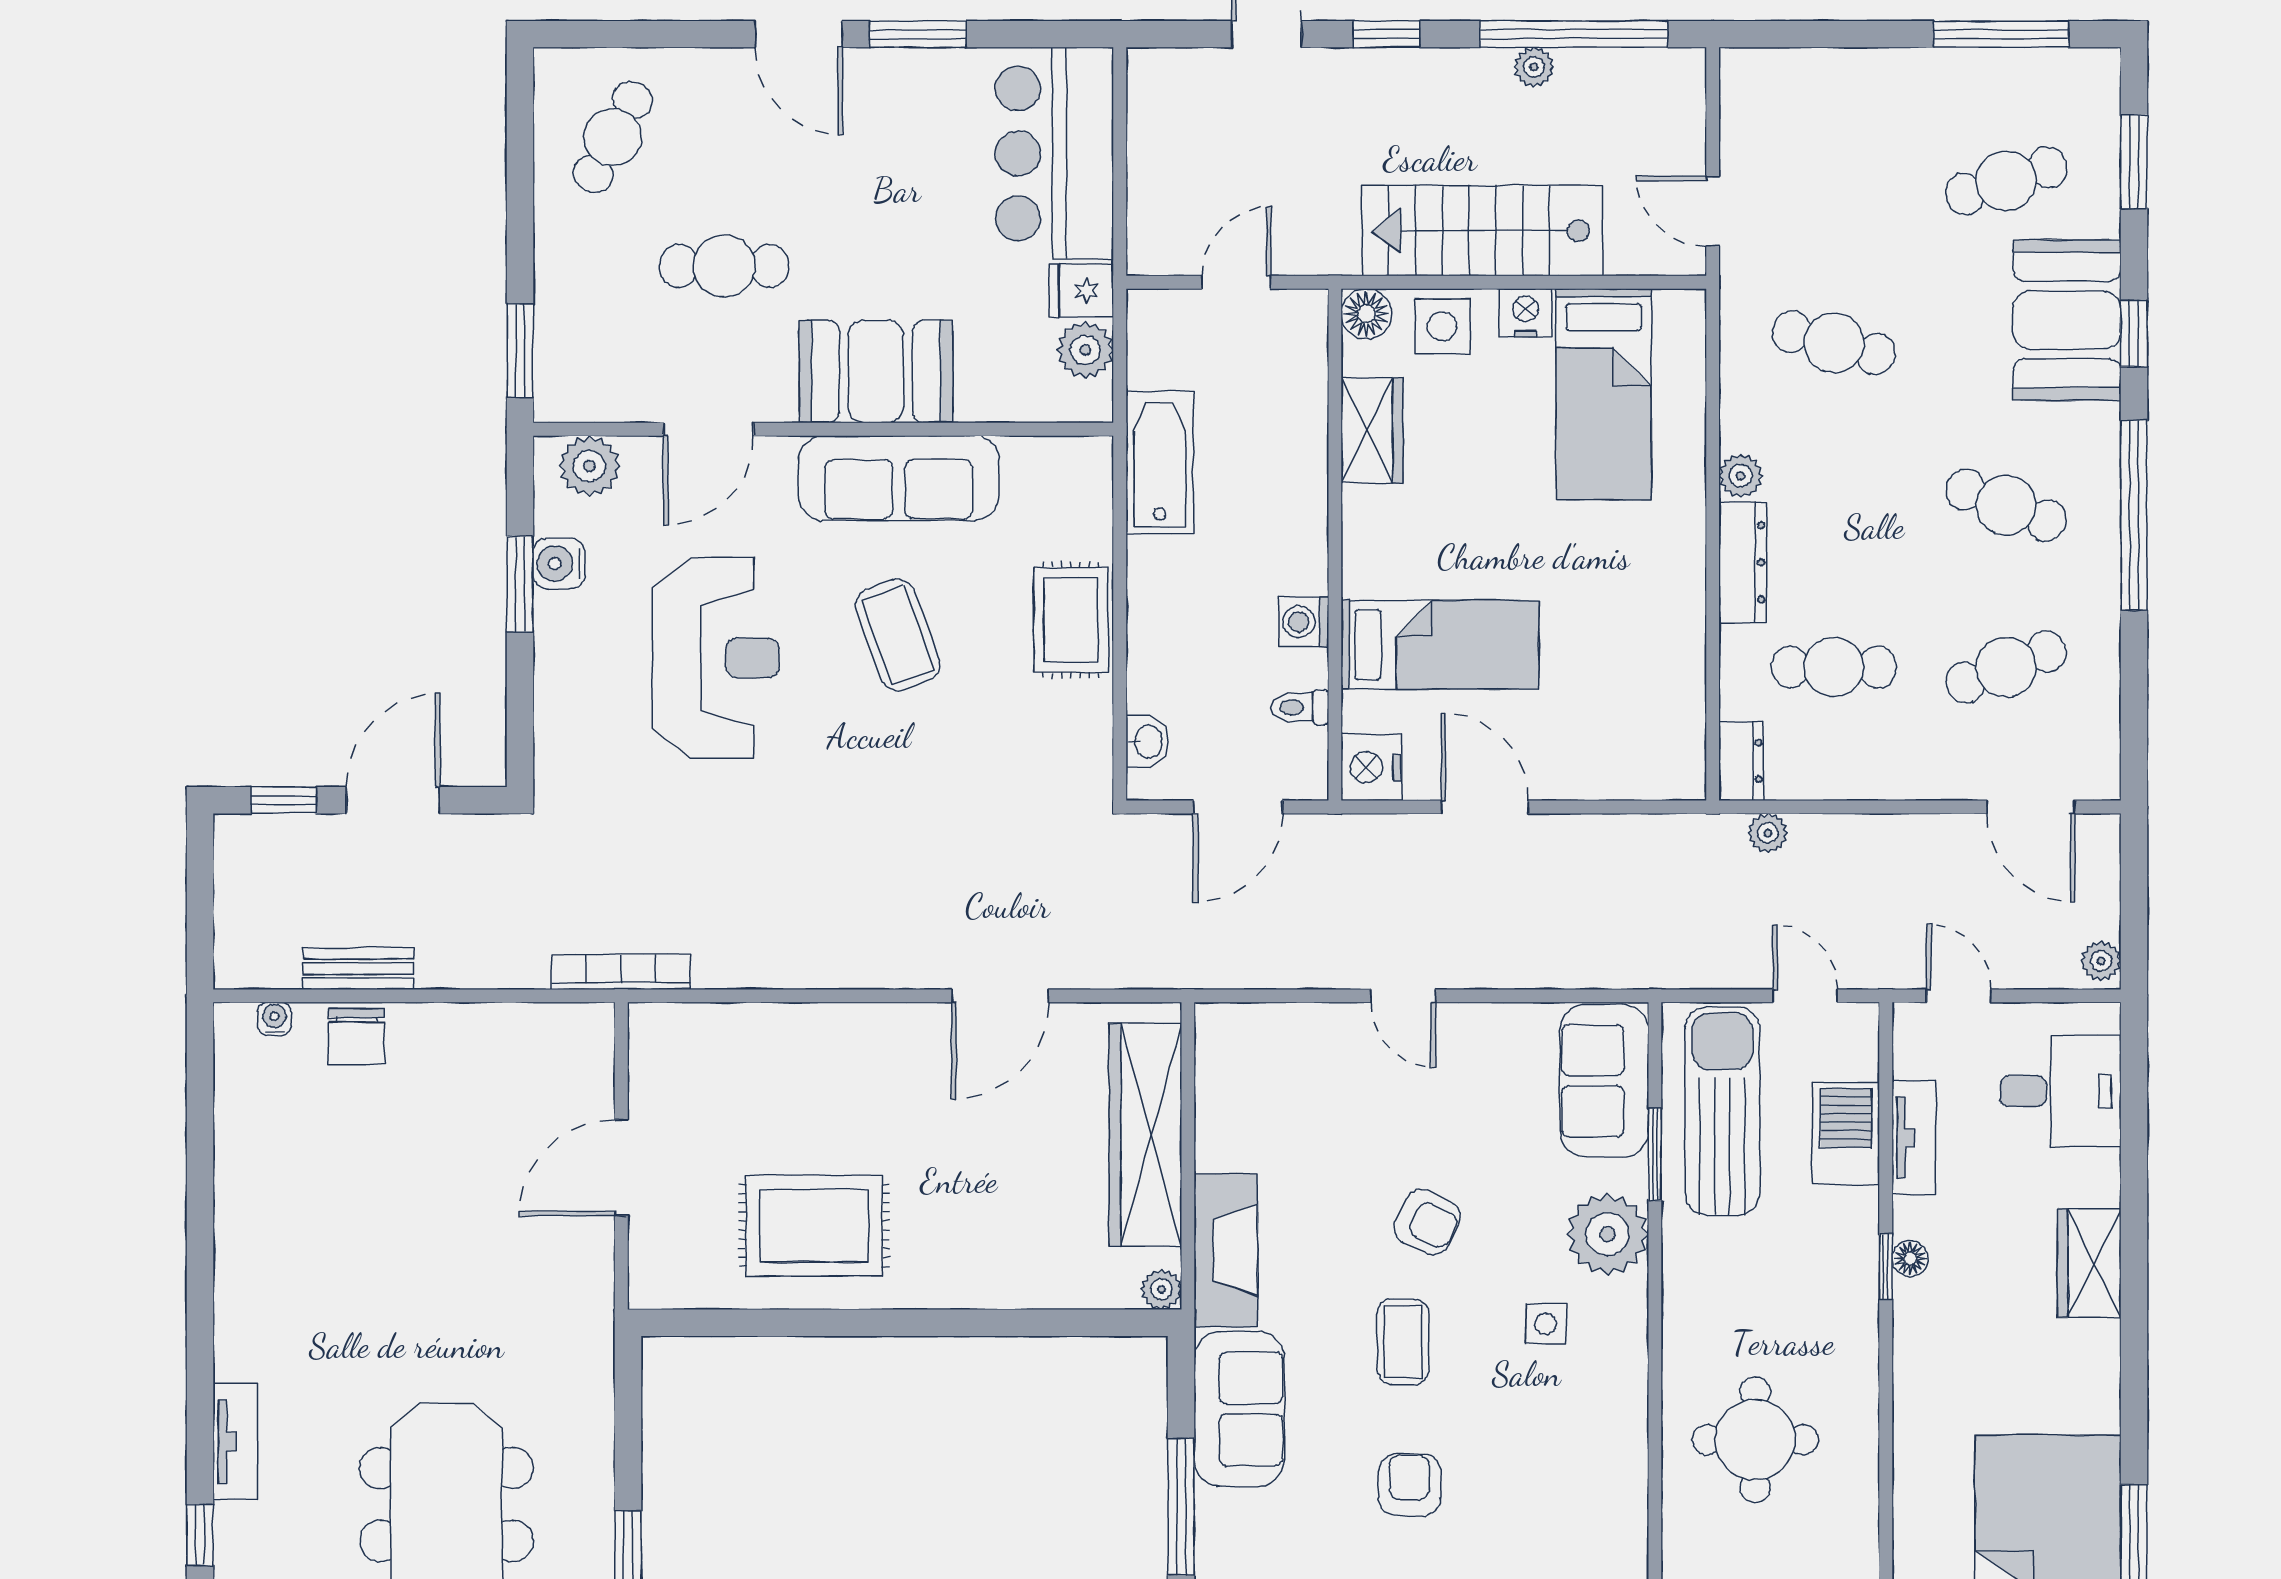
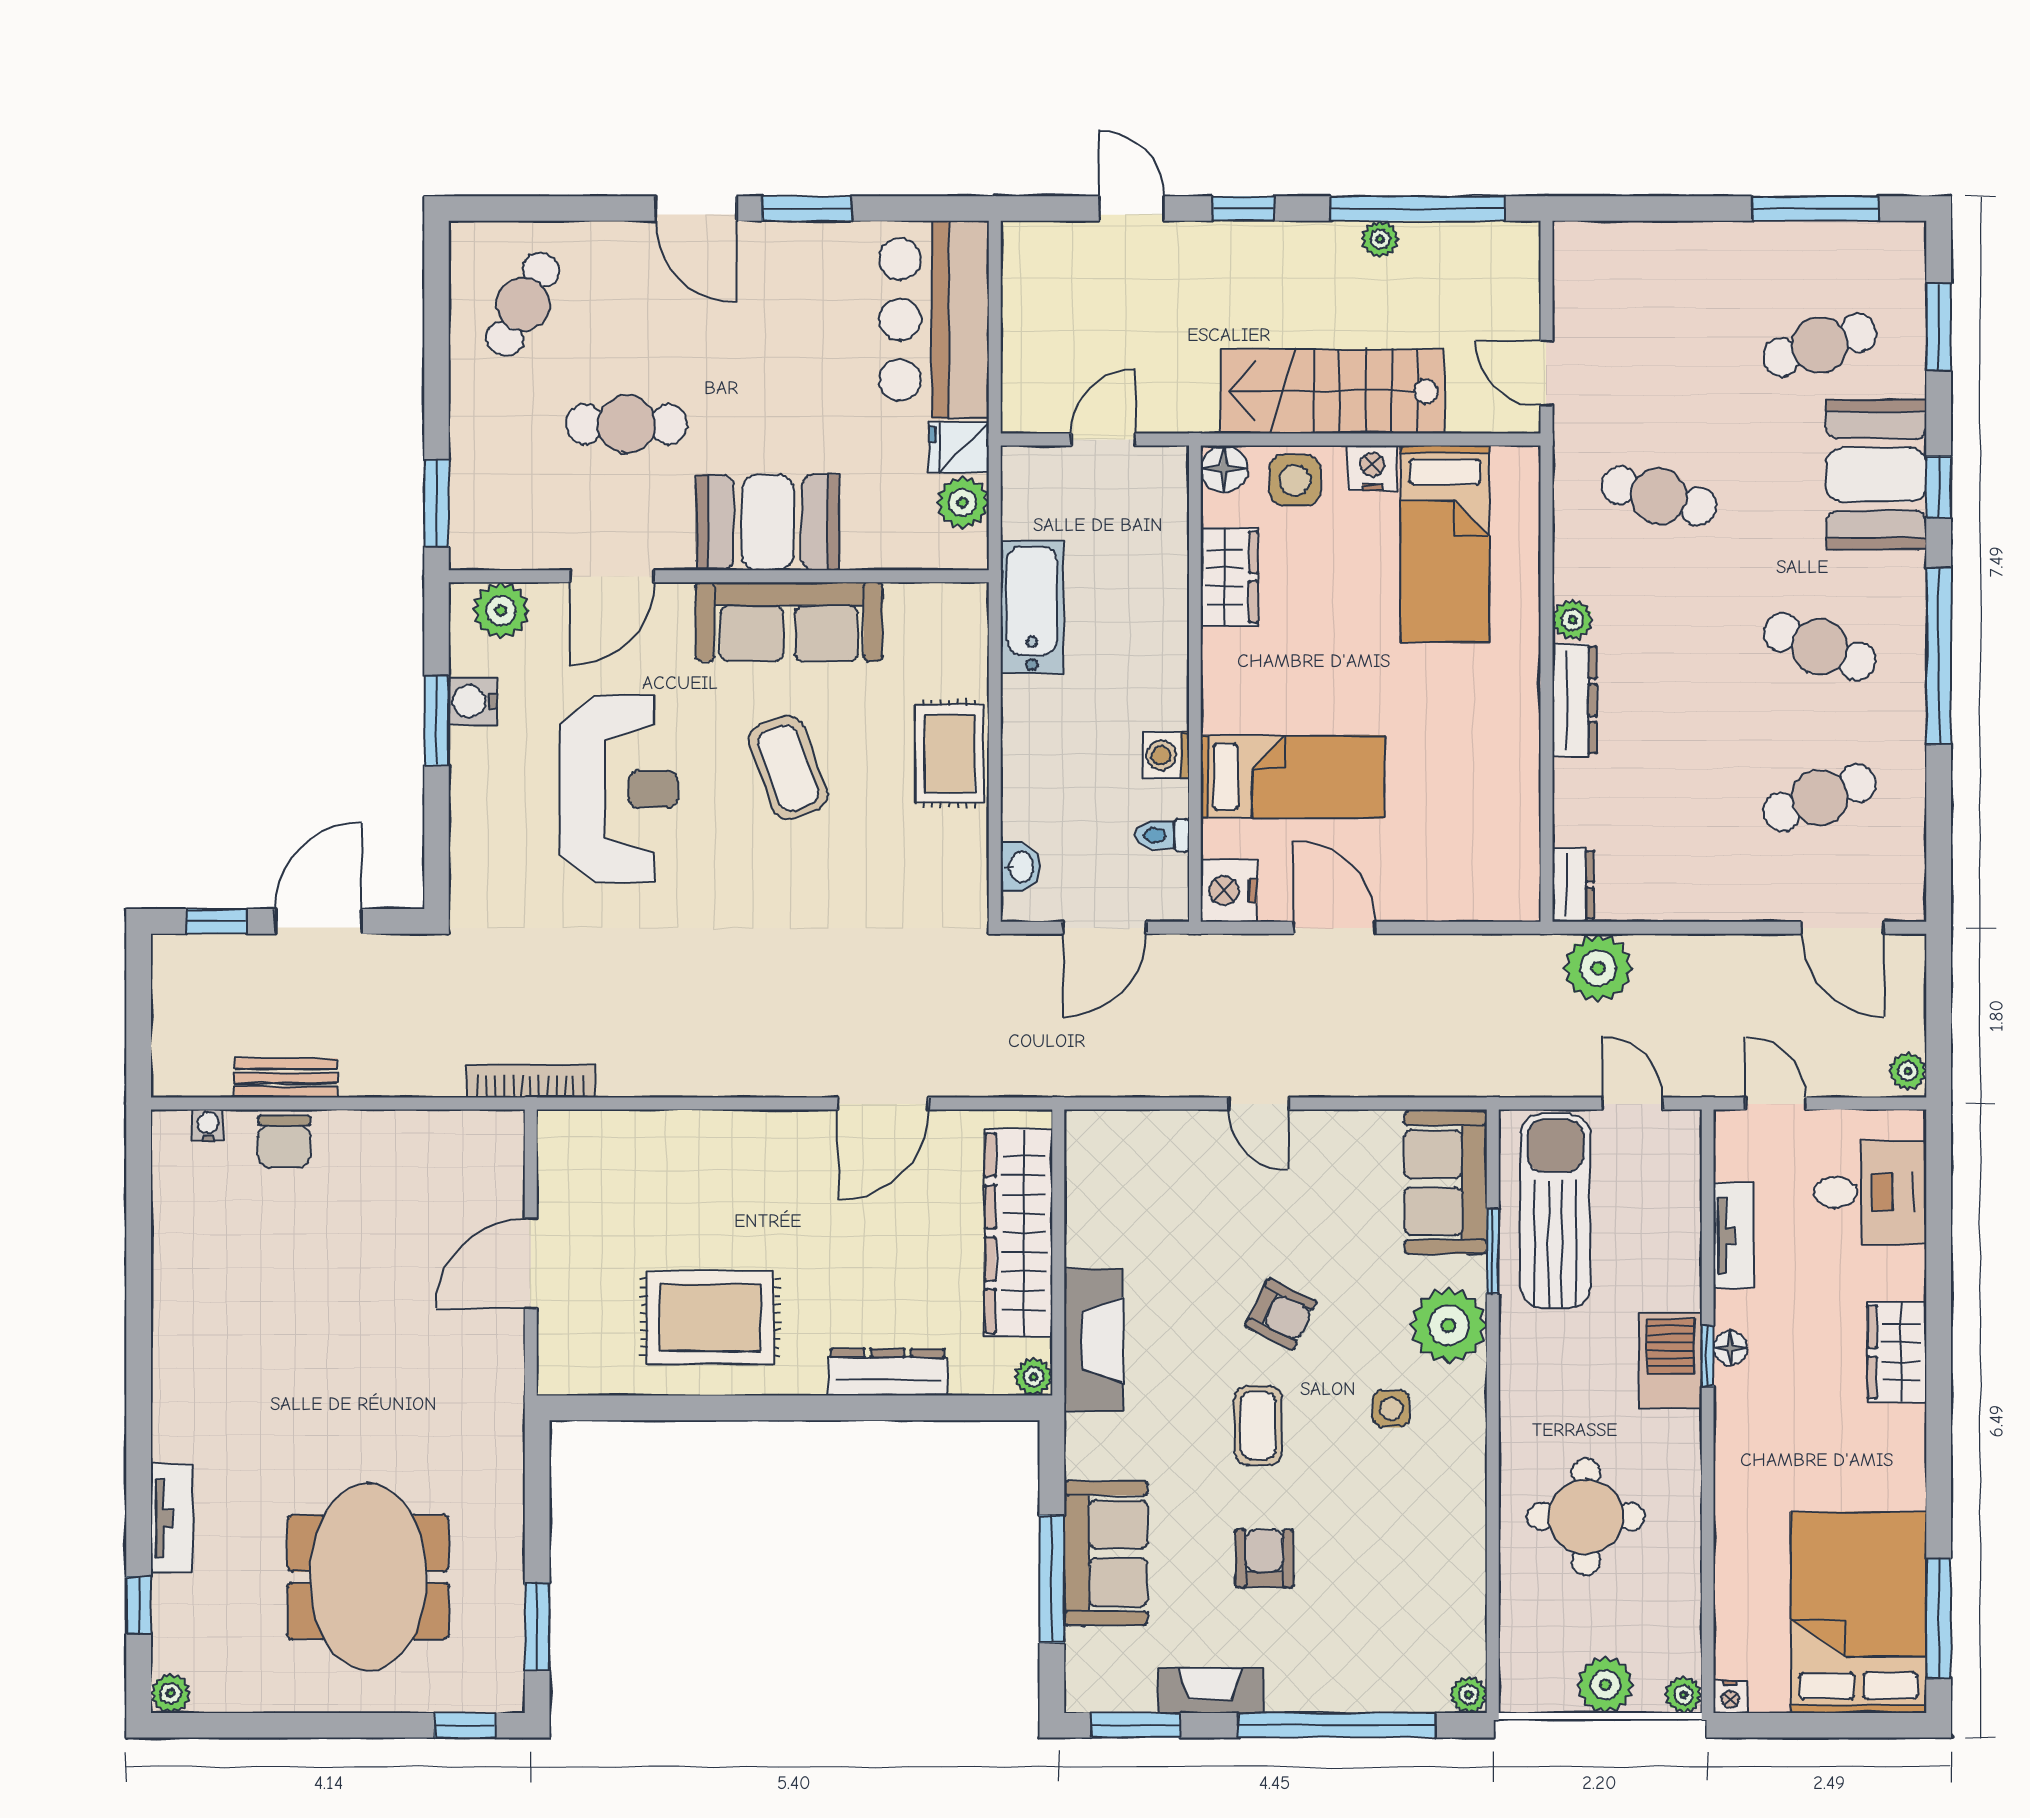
cafe table: (1834, 667) -> (1659, 798), removed
plant: (1768, 833) -> (1598, 968), width x1.88, depth x1.88
barbecue: (1846, 1134) -> (1671, 1361), moved
dresser: (1005, 1284) -> (888, 1372), added
sofa: (1239, 1409) -> (1106, 1553), moved

